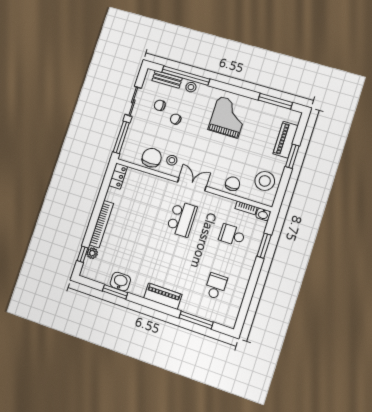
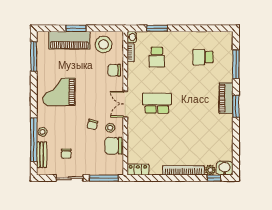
chair: (176, 119) -> (92, 125), moved
piano: (286, 140) -> (69, 40), width x1.37, depth x1.33
washbasin: (120, 282) -> (225, 168), moved, turned 90
window: (115, 292) -> (236, 106), moved

